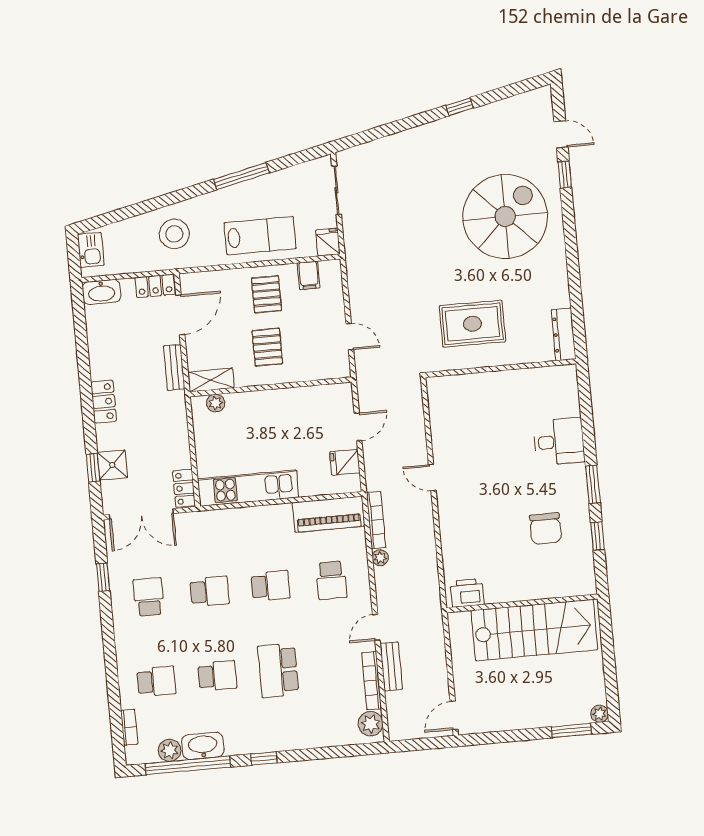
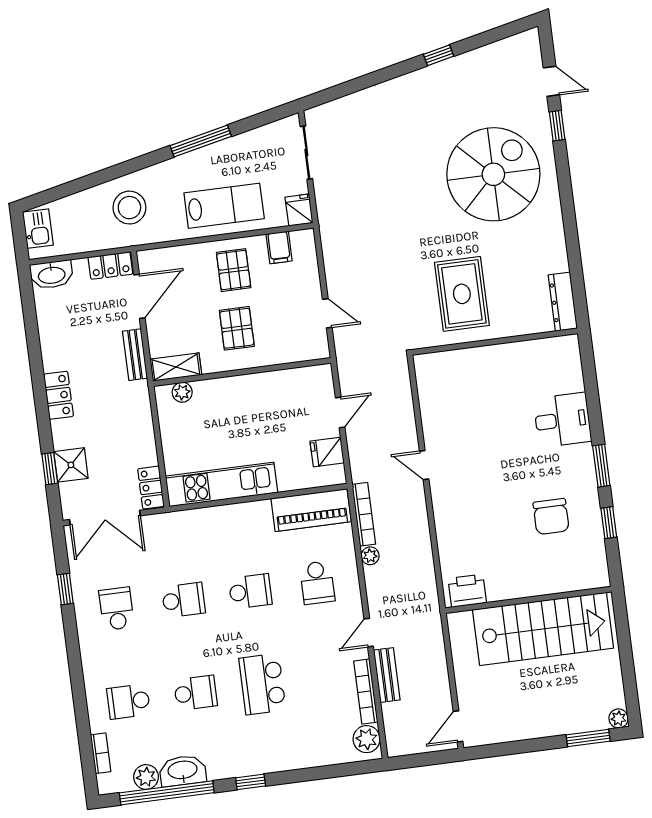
rug: (472, 324) -> (462, 294), turned 90
school desk: (156, 681) -> (129, 701), turned 180

